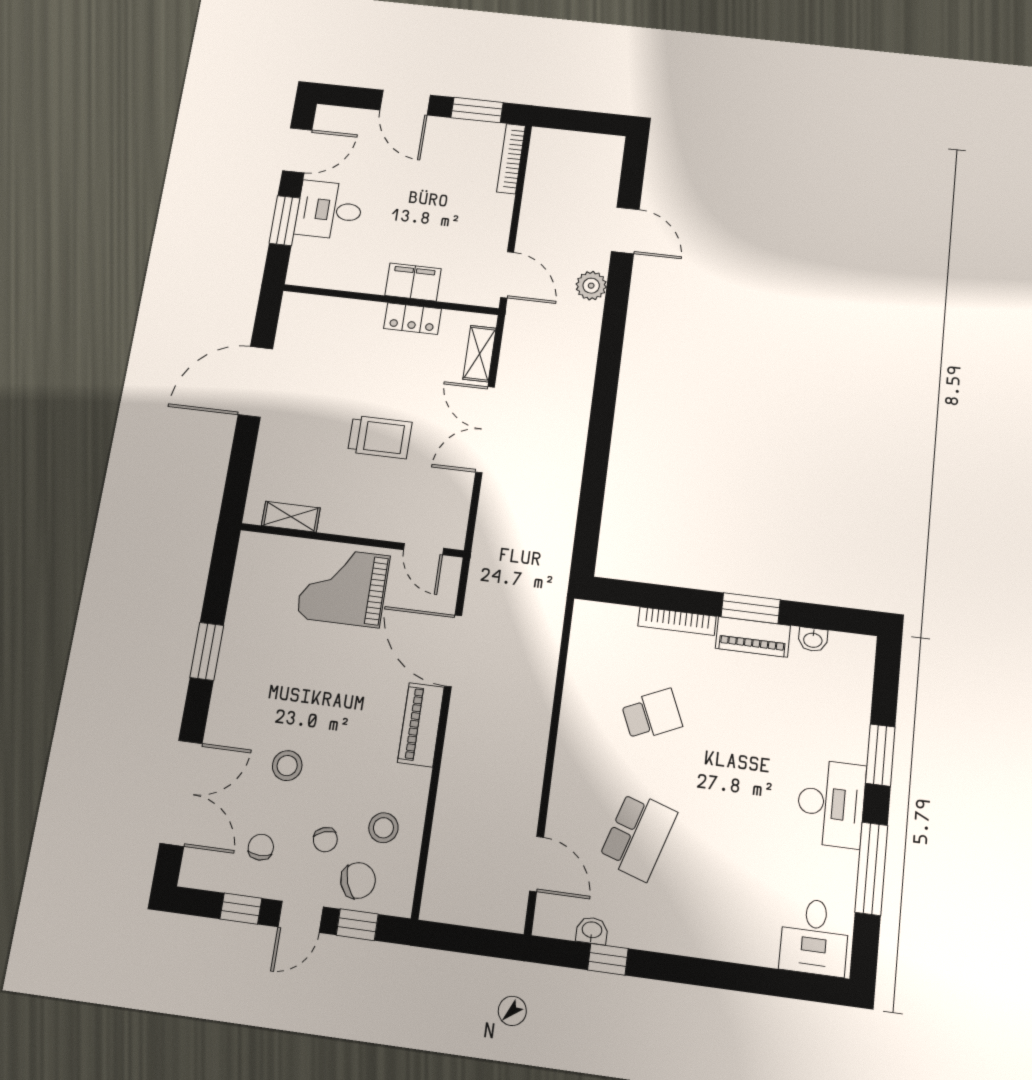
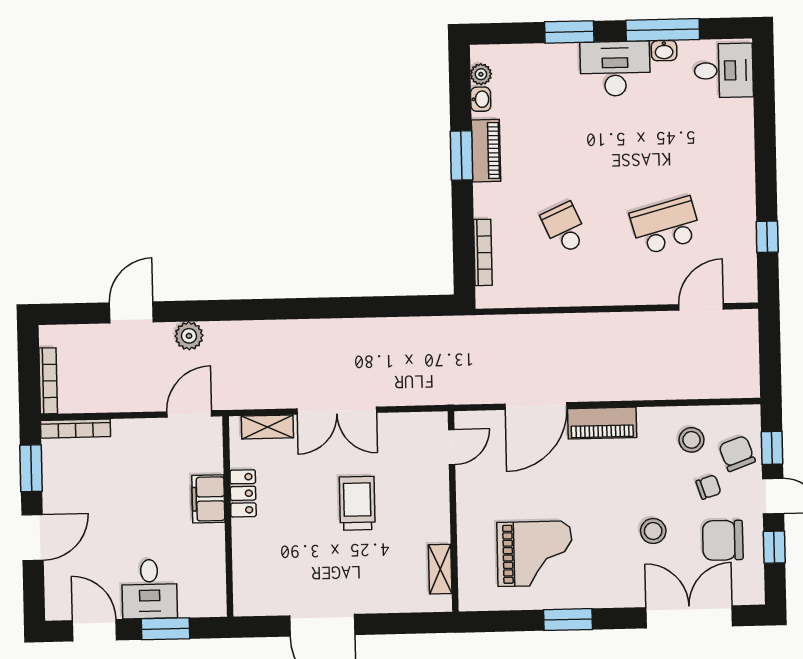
bookcase: (566, 138) -> (48, 381), added
grand piano: (343, 587) -> (535, 554), moved, turned -90
bookcase: (677, 621) -> (483, 252), moved
plant: (842, 644) -> (481, 74), added
school desk: (638, 836) -> (666, 226), turned -33
chair: (261, 847) -> (723, 540), width x1.87, depth x1.87
washbasin: (592, 931) -> (664, 51), moved, turned -90

